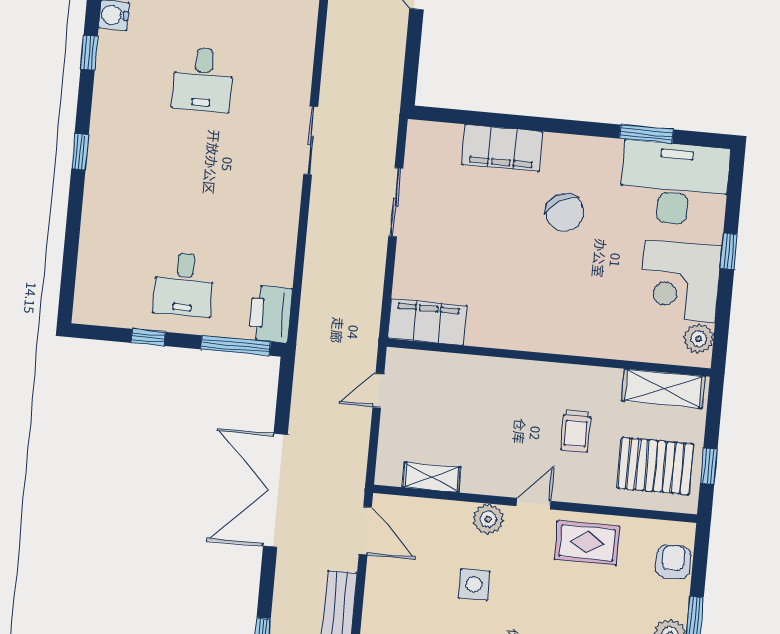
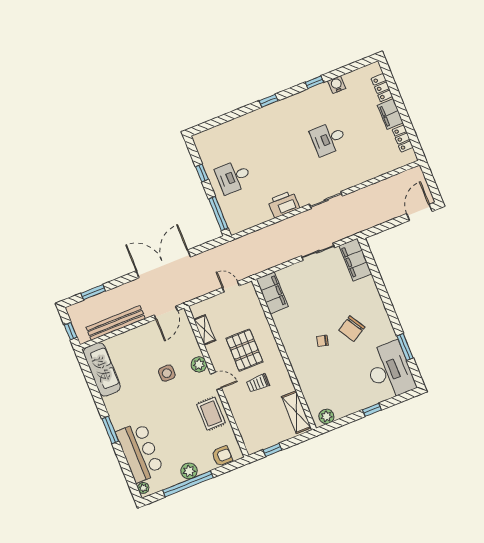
filing cabinet: (502, 148) -> (355, 260), moved
chair: (559, 276) -> (322, 341), added
corner desk: (680, 281) -> (348, 395), removed
printer: (271, 314) -> (284, 204), moved
pallet: (655, 466) -> (244, 350), moved

